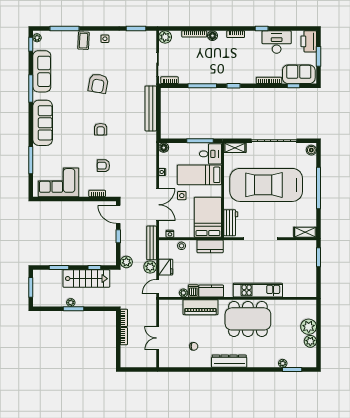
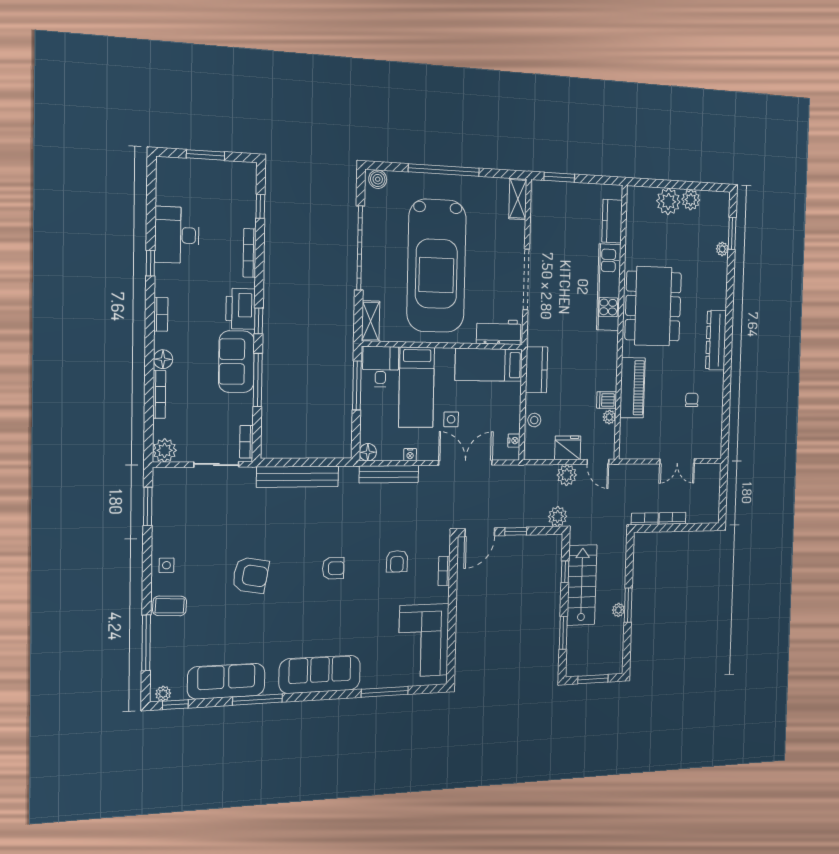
printer: (309, 41) -> (241, 309), moved, turned 90
sofa: (299, 74) -> (236, 362), moved
bed: (208, 217) -> (489, 365), width x0.67
bench: (152, 243) -> (389, 474), moved
kitchen counter: (211, 291) -> (612, 221), moved

